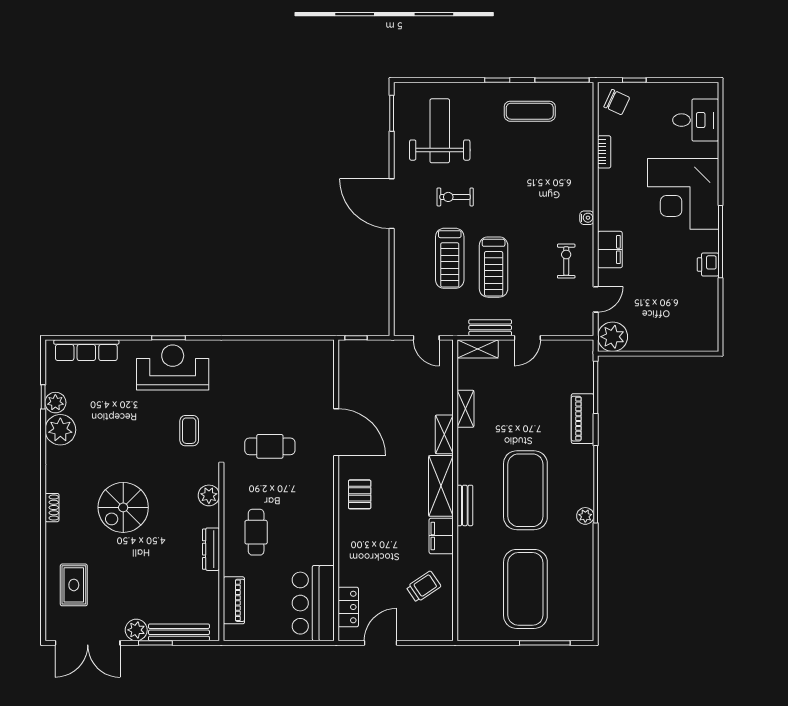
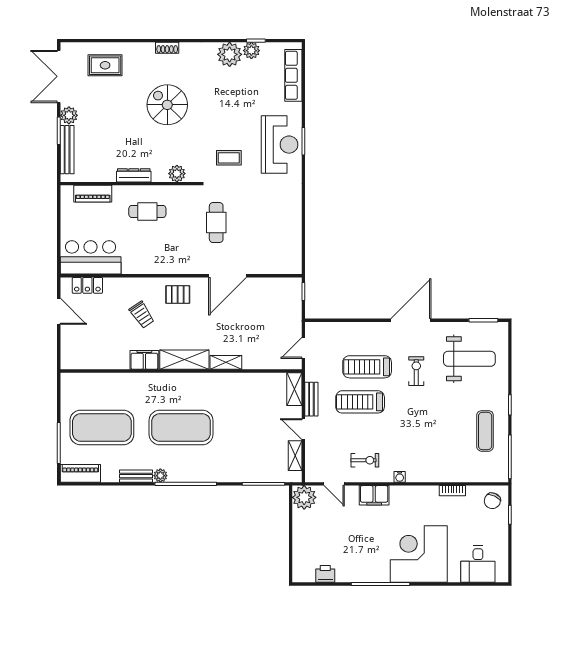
printer: (708, 265) -> (325, 574), moved
shelving: (465, 409) -> (295, 456), moved, turned 90
piano: (583, 419) -> (80, 473), moved
bench: (465, 505) -> (136, 476), moved
trolley: (424, 587) -> (142, 315), moved

